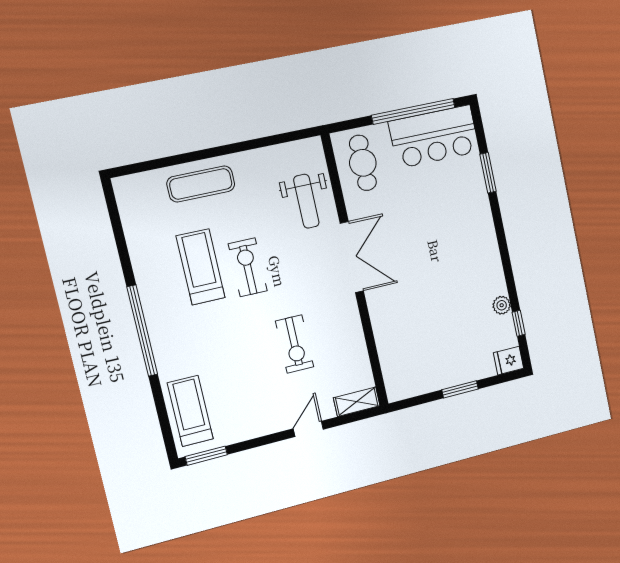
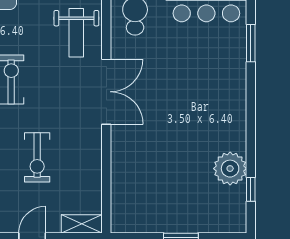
plant: (502, 305) -> (230, 169), width x1.88, depth x1.88
fridge: (508, 361) -> (233, 222), removed

